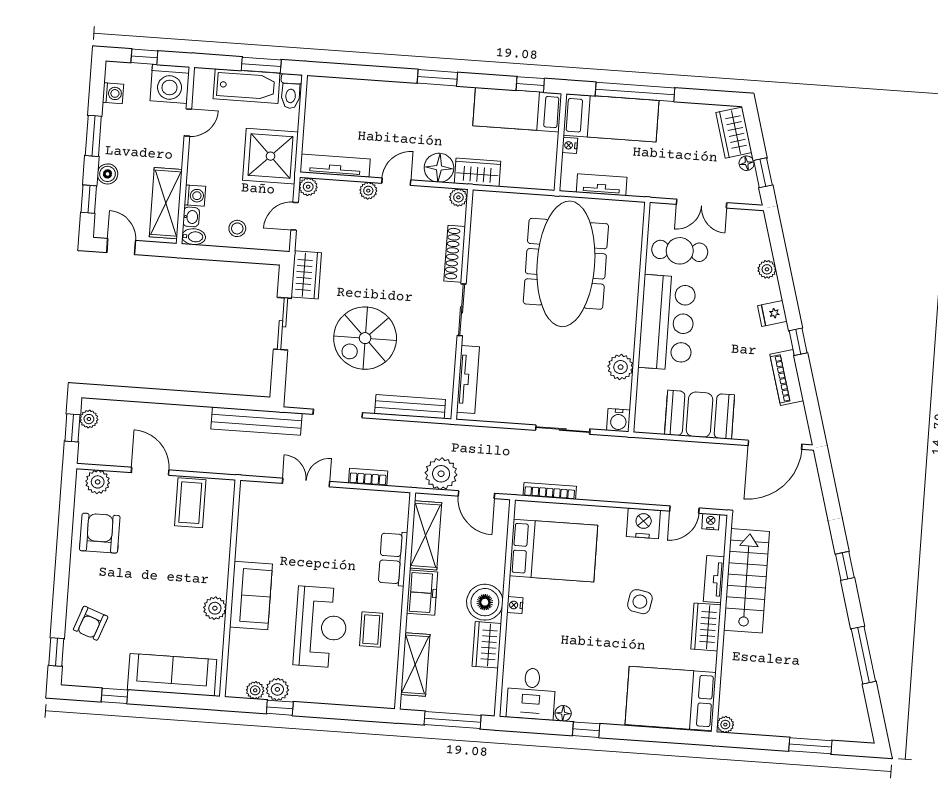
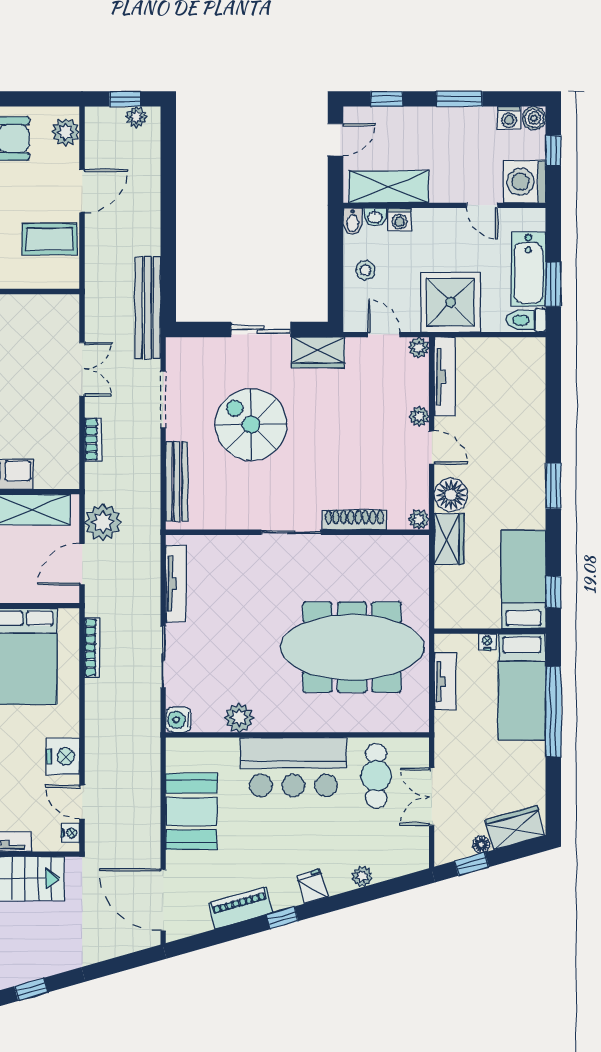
boiler: (107, 174) -> (534, 118), moved
tv unit: (468, 379) -> (176, 584), moved, turned -90

